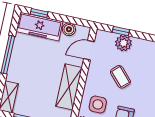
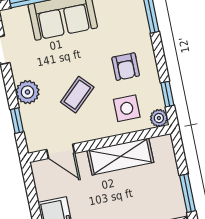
boiler: (69, 29) -> (45, 190), removed
plant: (123, 43) -> (28, 92), moved

